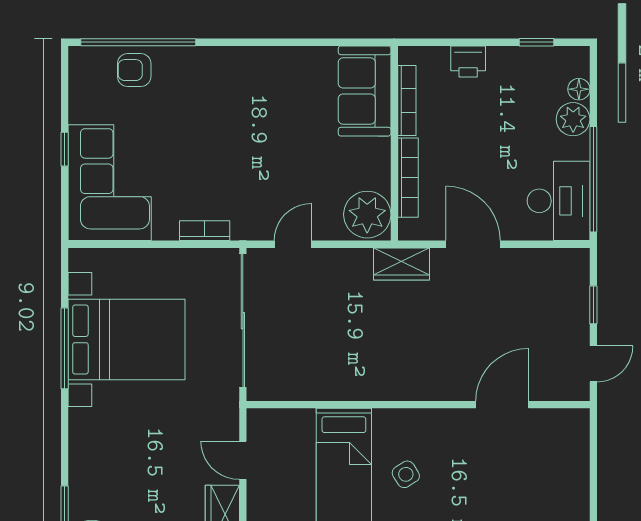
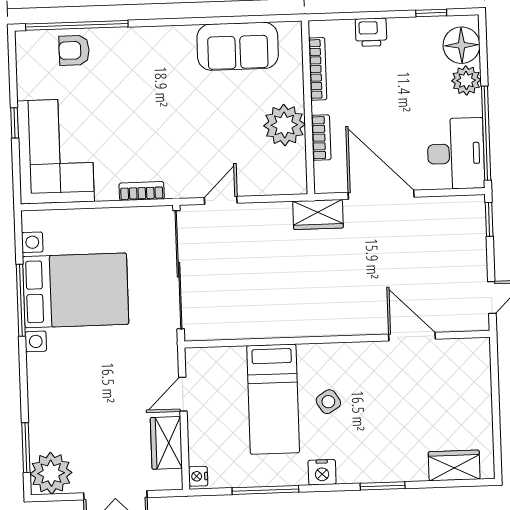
floor lamp: (579, 89) -> (462, 45), width x1.89, depth x1.89
sofa: (365, 91) -> (238, 46), moved, turned -90
bookcase: (408, 178) -> (321, 138), width x0.64
plant: (367, 215) -> (284, 125), moved
door: (473, 244) -> (381, 195), width x1.36
window: (593, 305) -> (489, 219), moved
door: (502, 405) -> (412, 337), hinge flipped
door: (243, 460) -> (183, 394), hinge flipped

